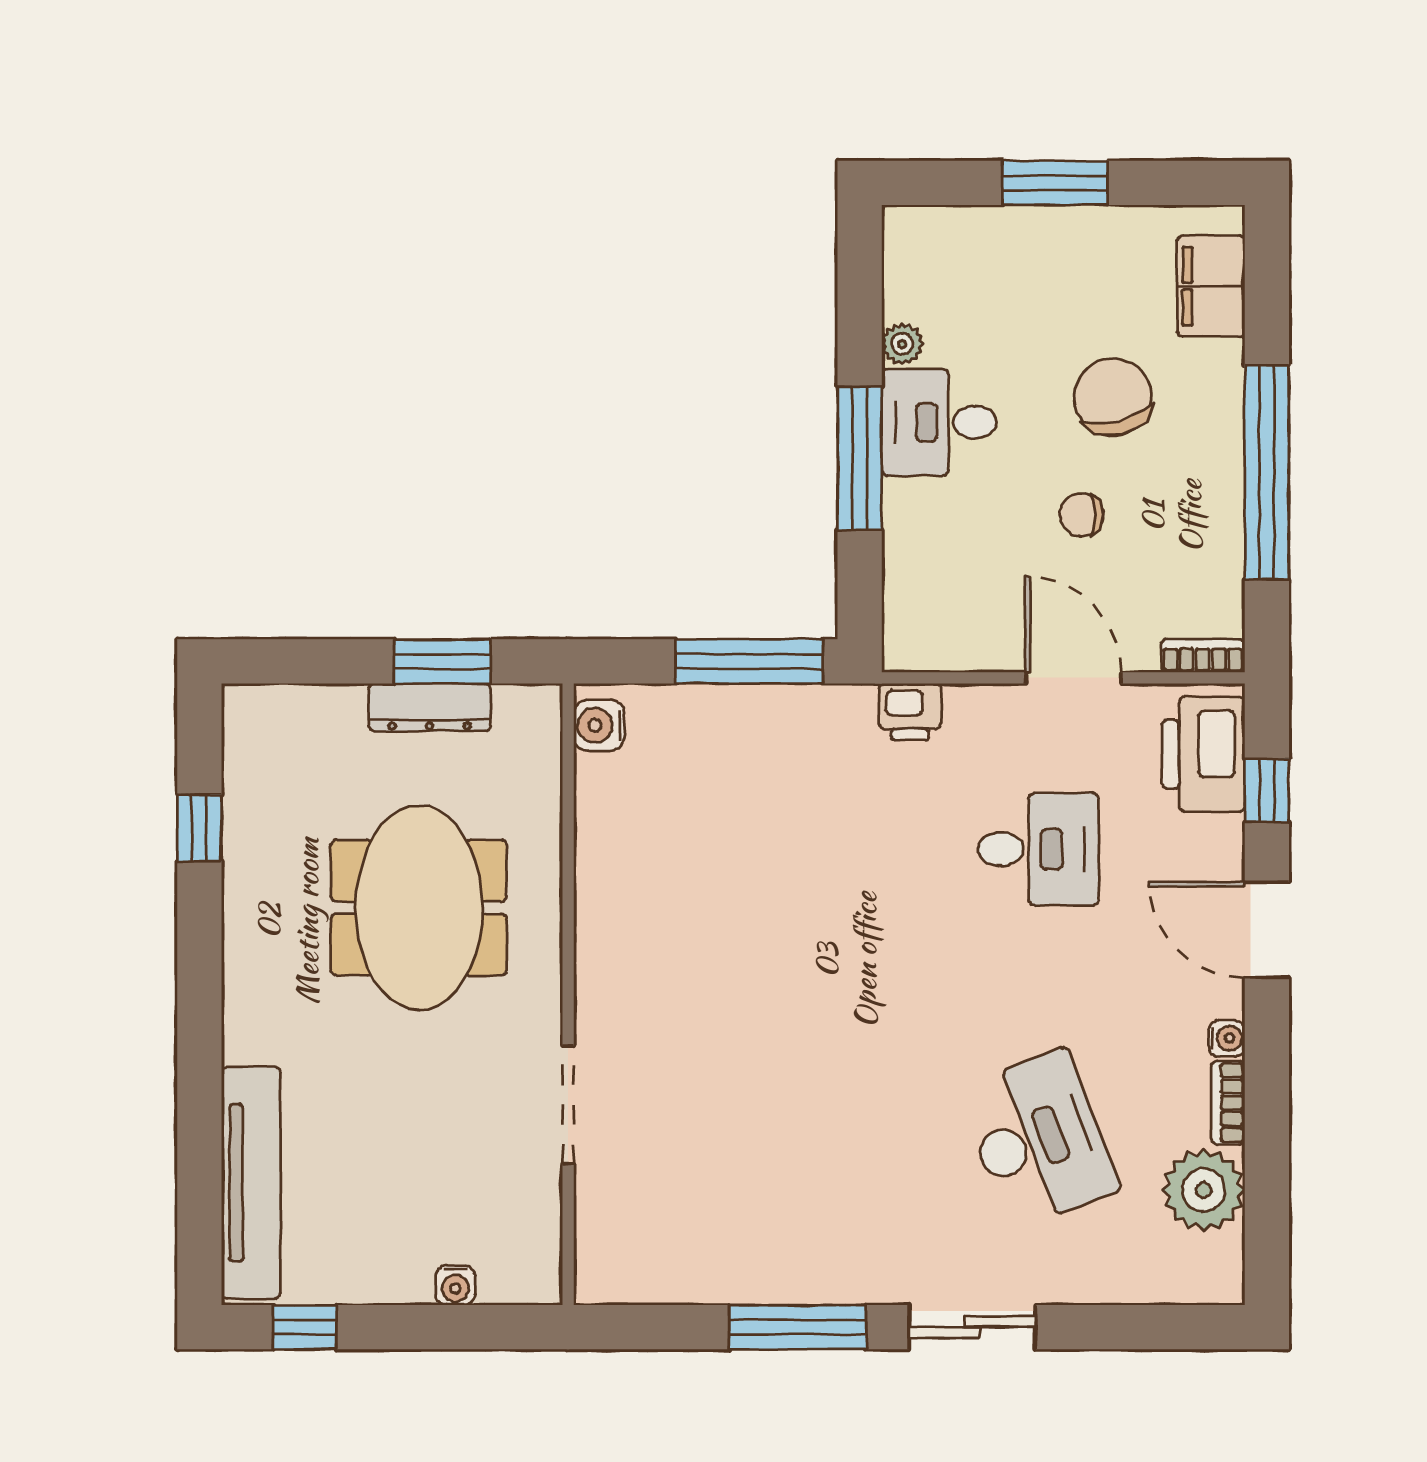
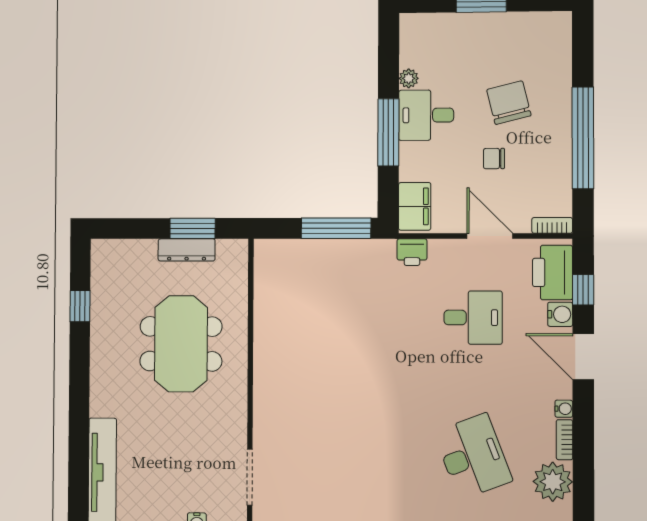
filing cabinet: (1211, 286) -> (415, 206), moved, turned 180
water cooler: (599, 725) -> (560, 314), moved, turned 180
doorway: (568, 1105) -> (250, 477), moved

